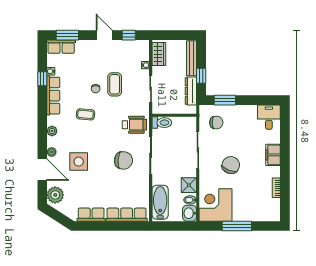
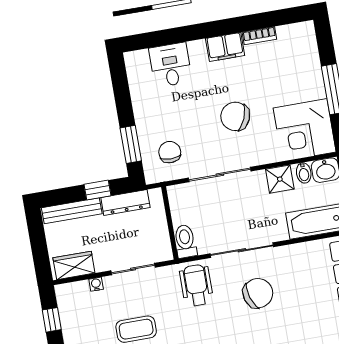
desk: (269, 117) -> (170, 65), moved, turned 90
filing cabinet: (273, 155) -> (225, 47), moved
chair: (123, 160) -> (258, 293), turned 67

